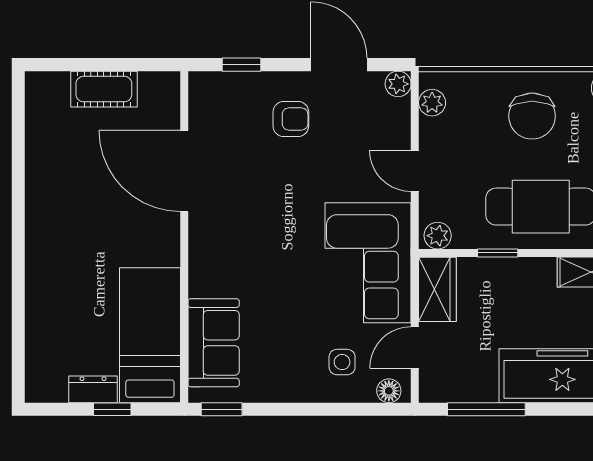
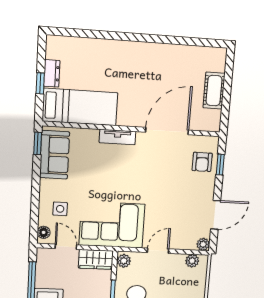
armchair: (291, 119) -> (202, 162), moved
tv unit: (201, 263) -> (117, 137), added
sofa: (214, 343) -> (55, 155), moved, turned -90

